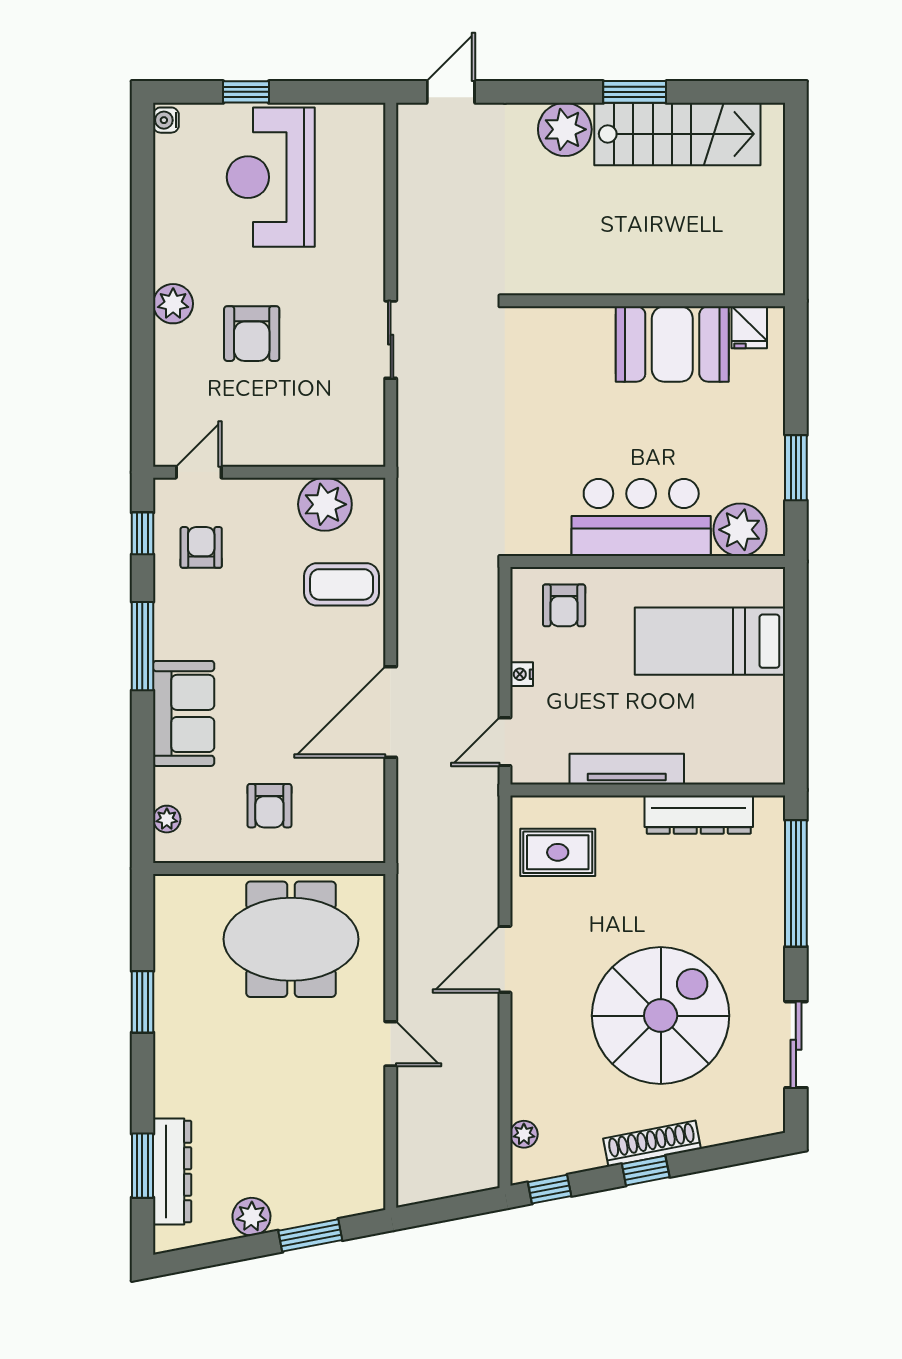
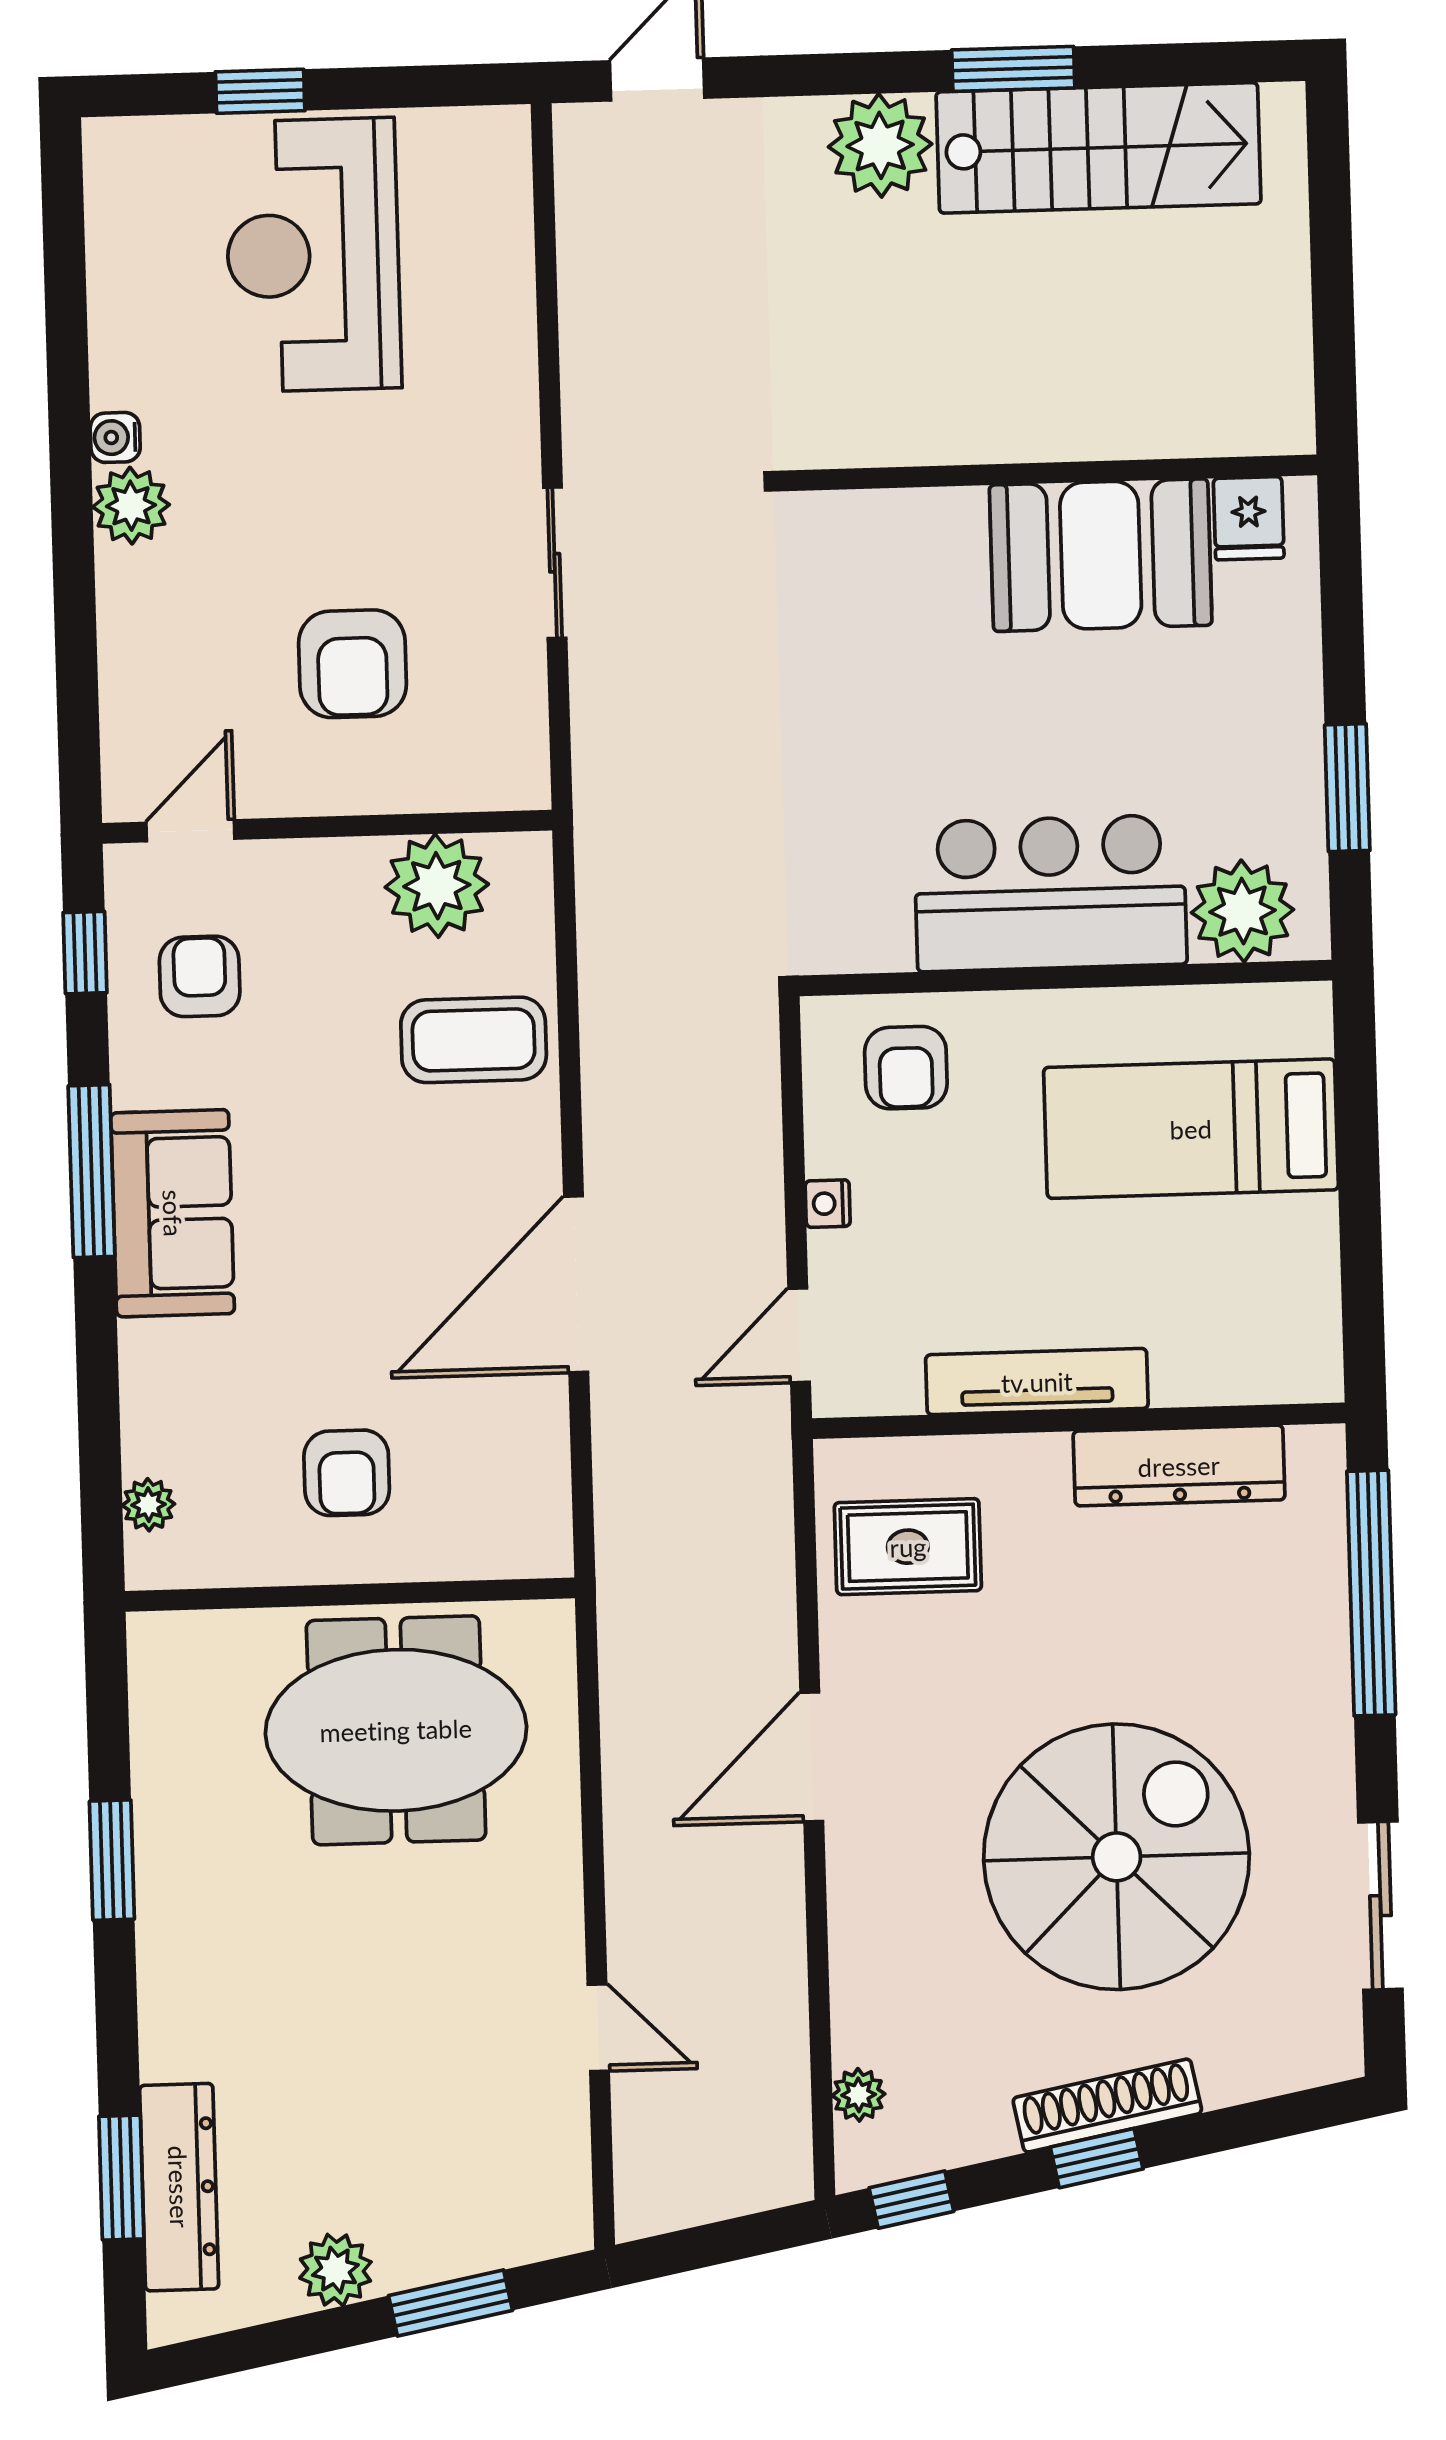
water cooler: (166, 120) -> (115, 437), moved
armchair: (252, 334) -> (352, 664), moved
sofa: (184, 713) -> (173, 1213), moved
door: (391, 1044) -> (598, 2028), moved

